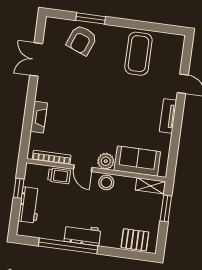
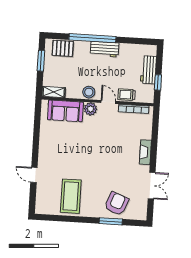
tv unit: (168, 116) -> (44, 148), removed
fireplace: (39, 117) -> (145, 152), moved
window: (166, 208) -> (41, 61), moved
window: (68, 246) -> (92, 38), moved

